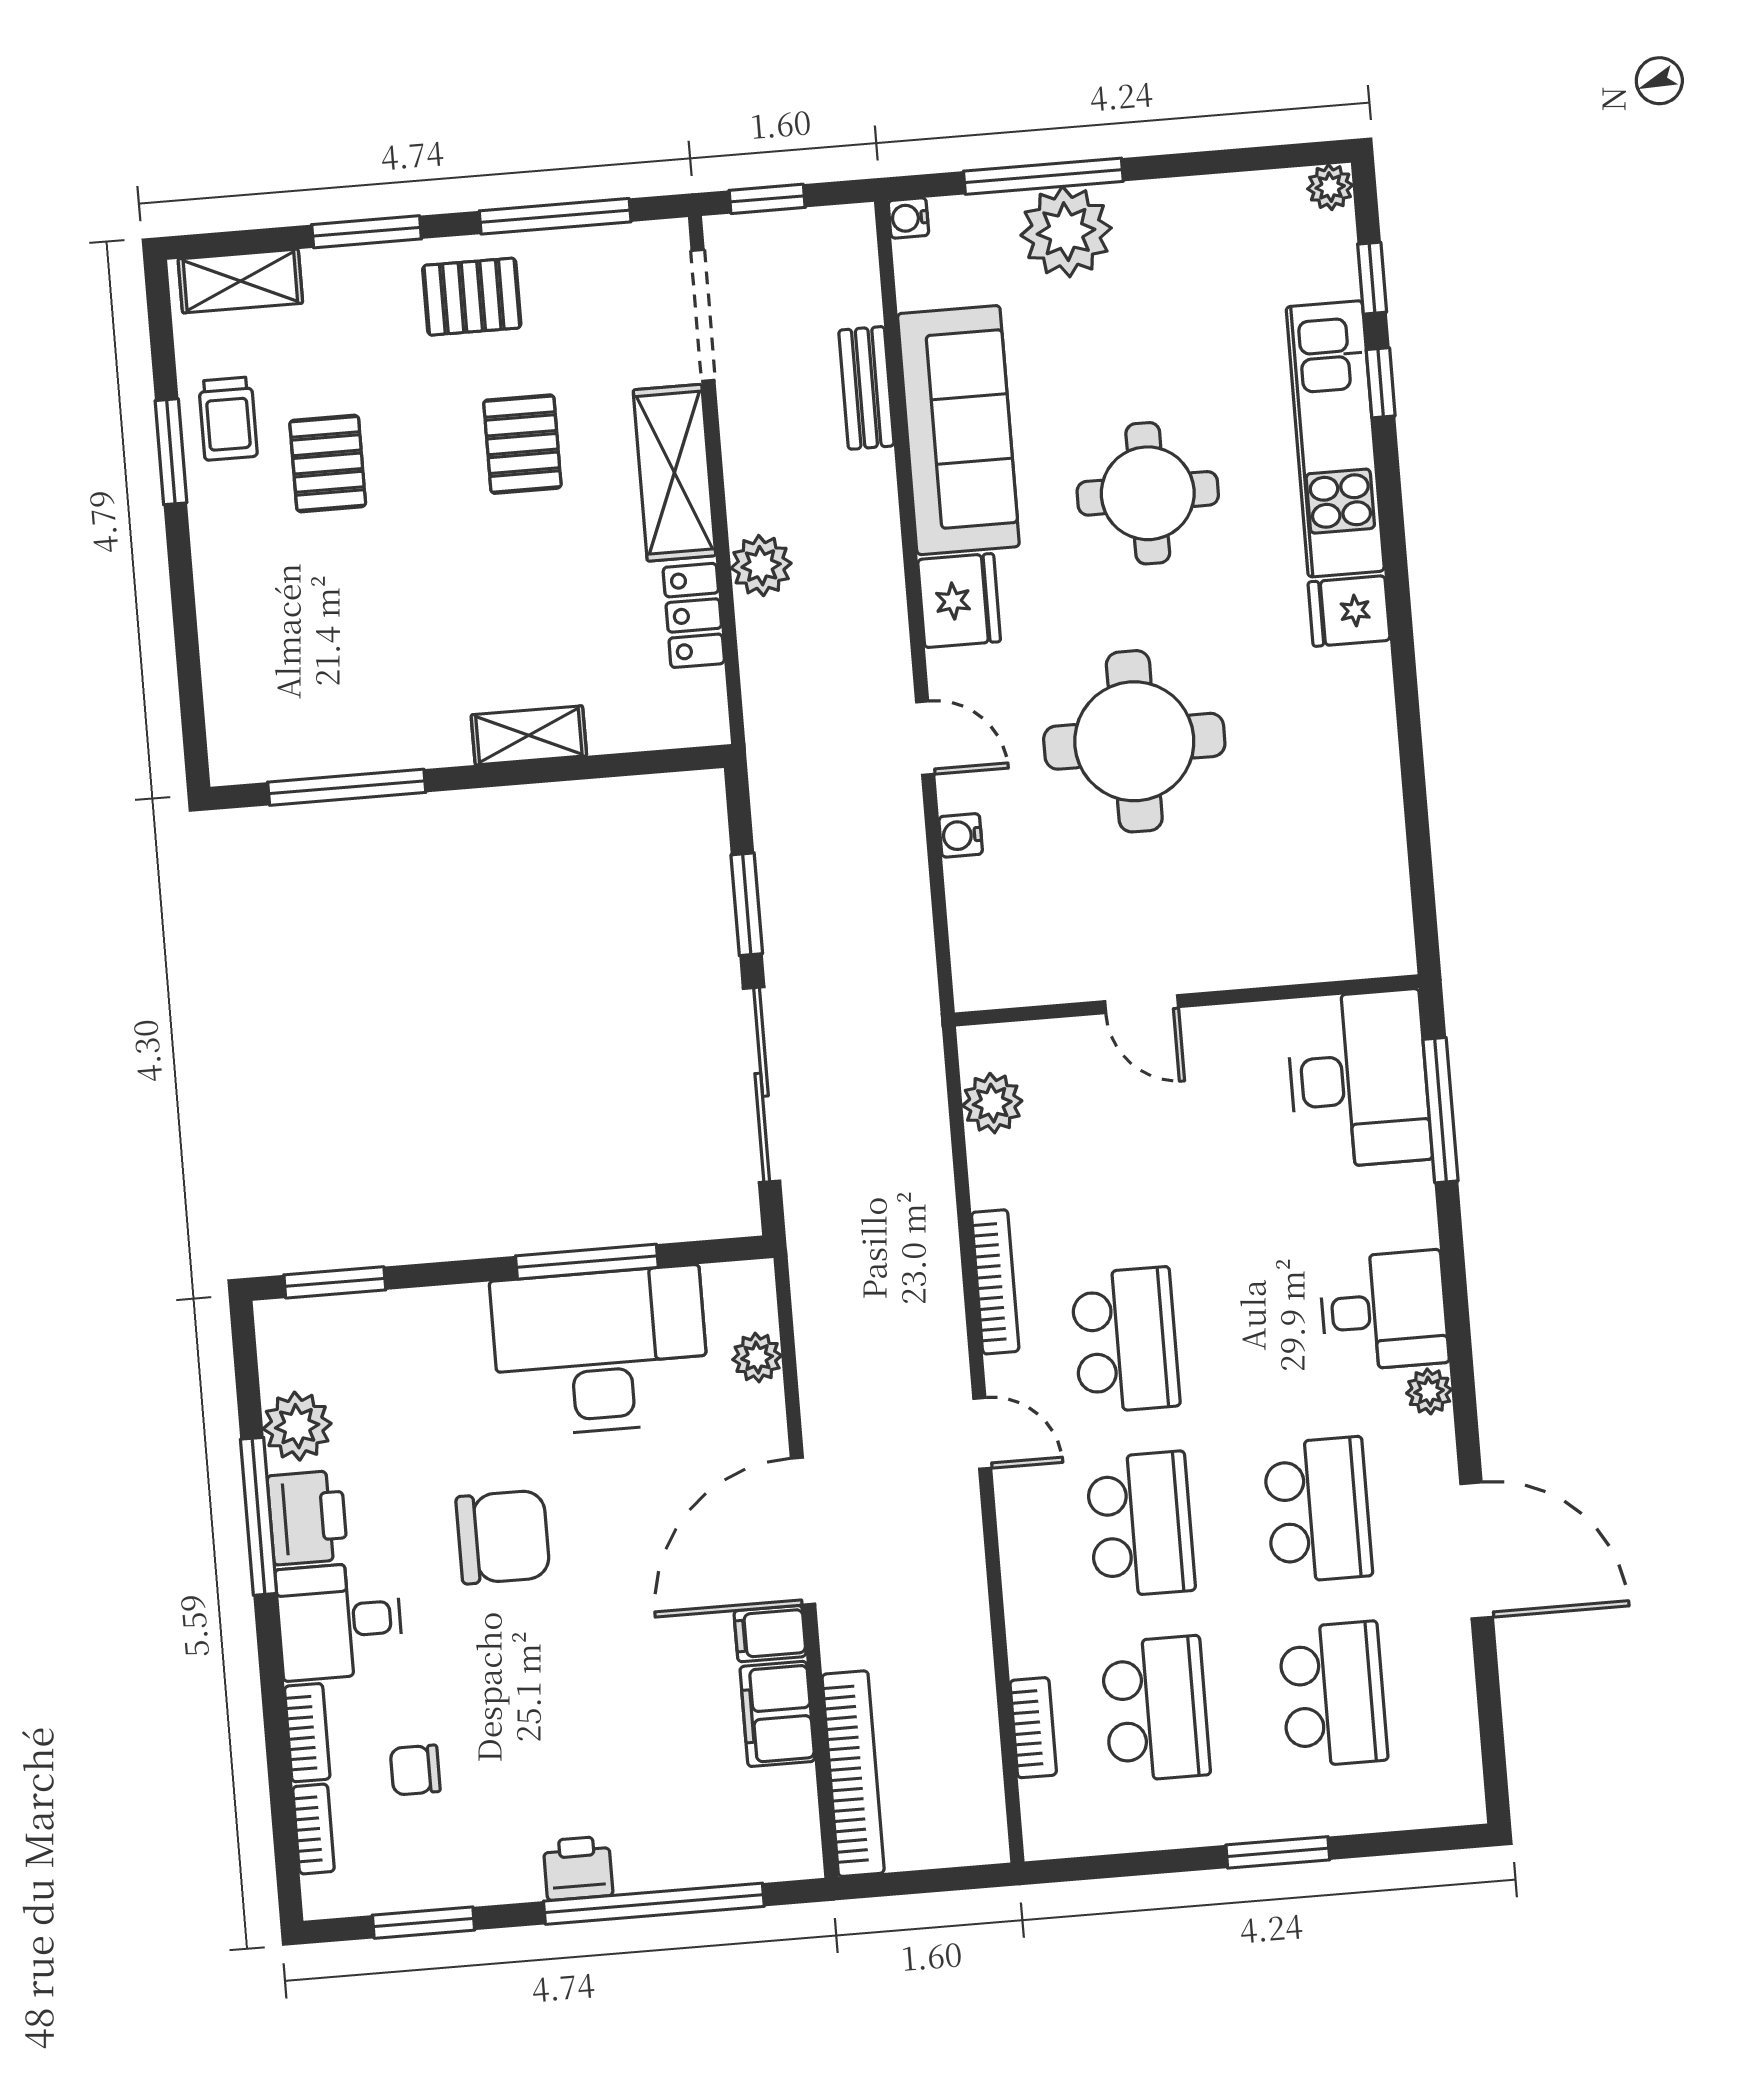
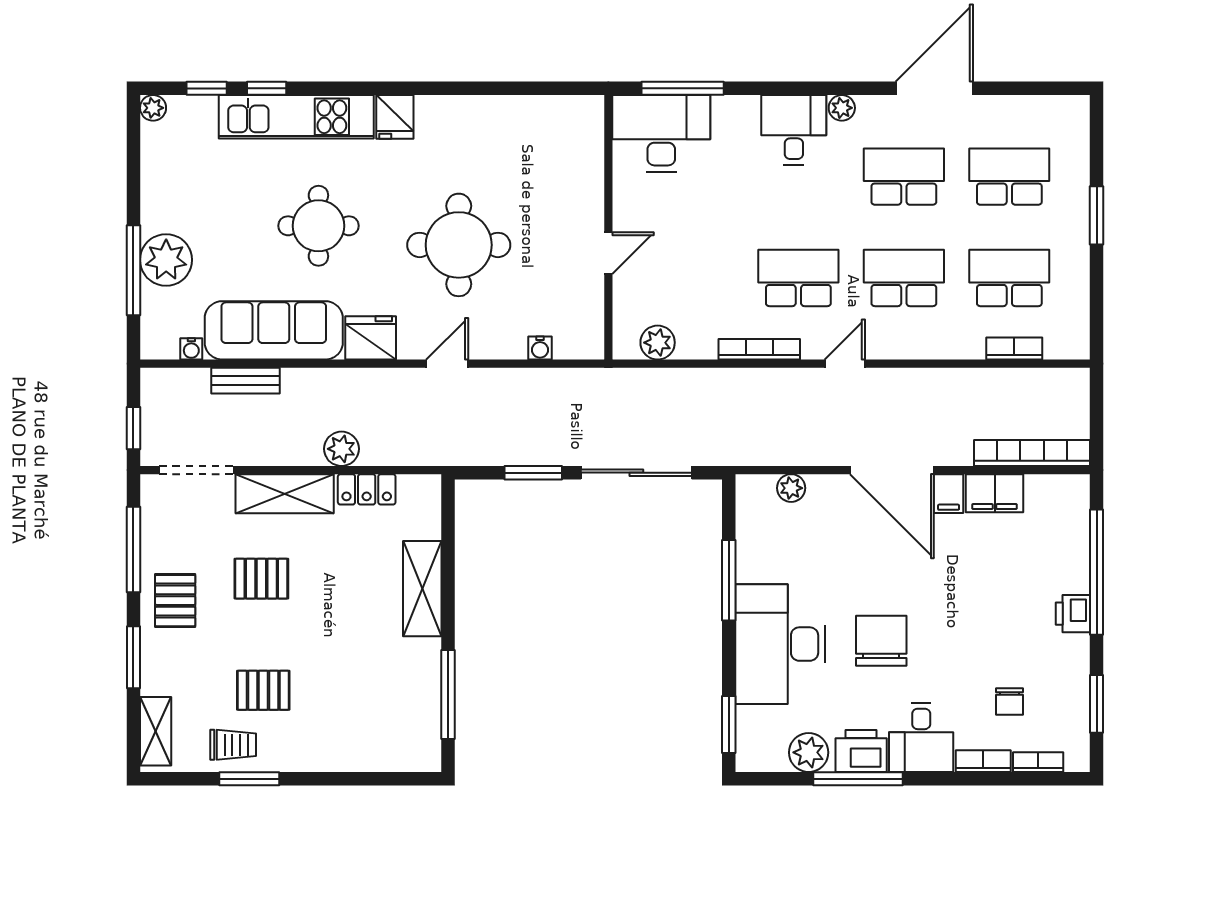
water cooler: (908, 218) -> (191, 349), moved
shelving: (529, 735) -> (422, 589), width x1.50, depth x1.33
water cooler: (961, 835) -> (540, 348), moved
desk: (600, 1351) -> (780, 644), moved

